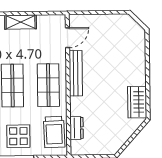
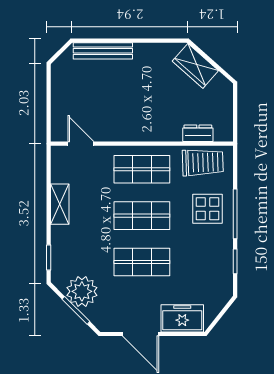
bench: (76, 73) -> (103, 51), moved
wardrobe: (137, 102) -> (195, 66), moved, turned 42

